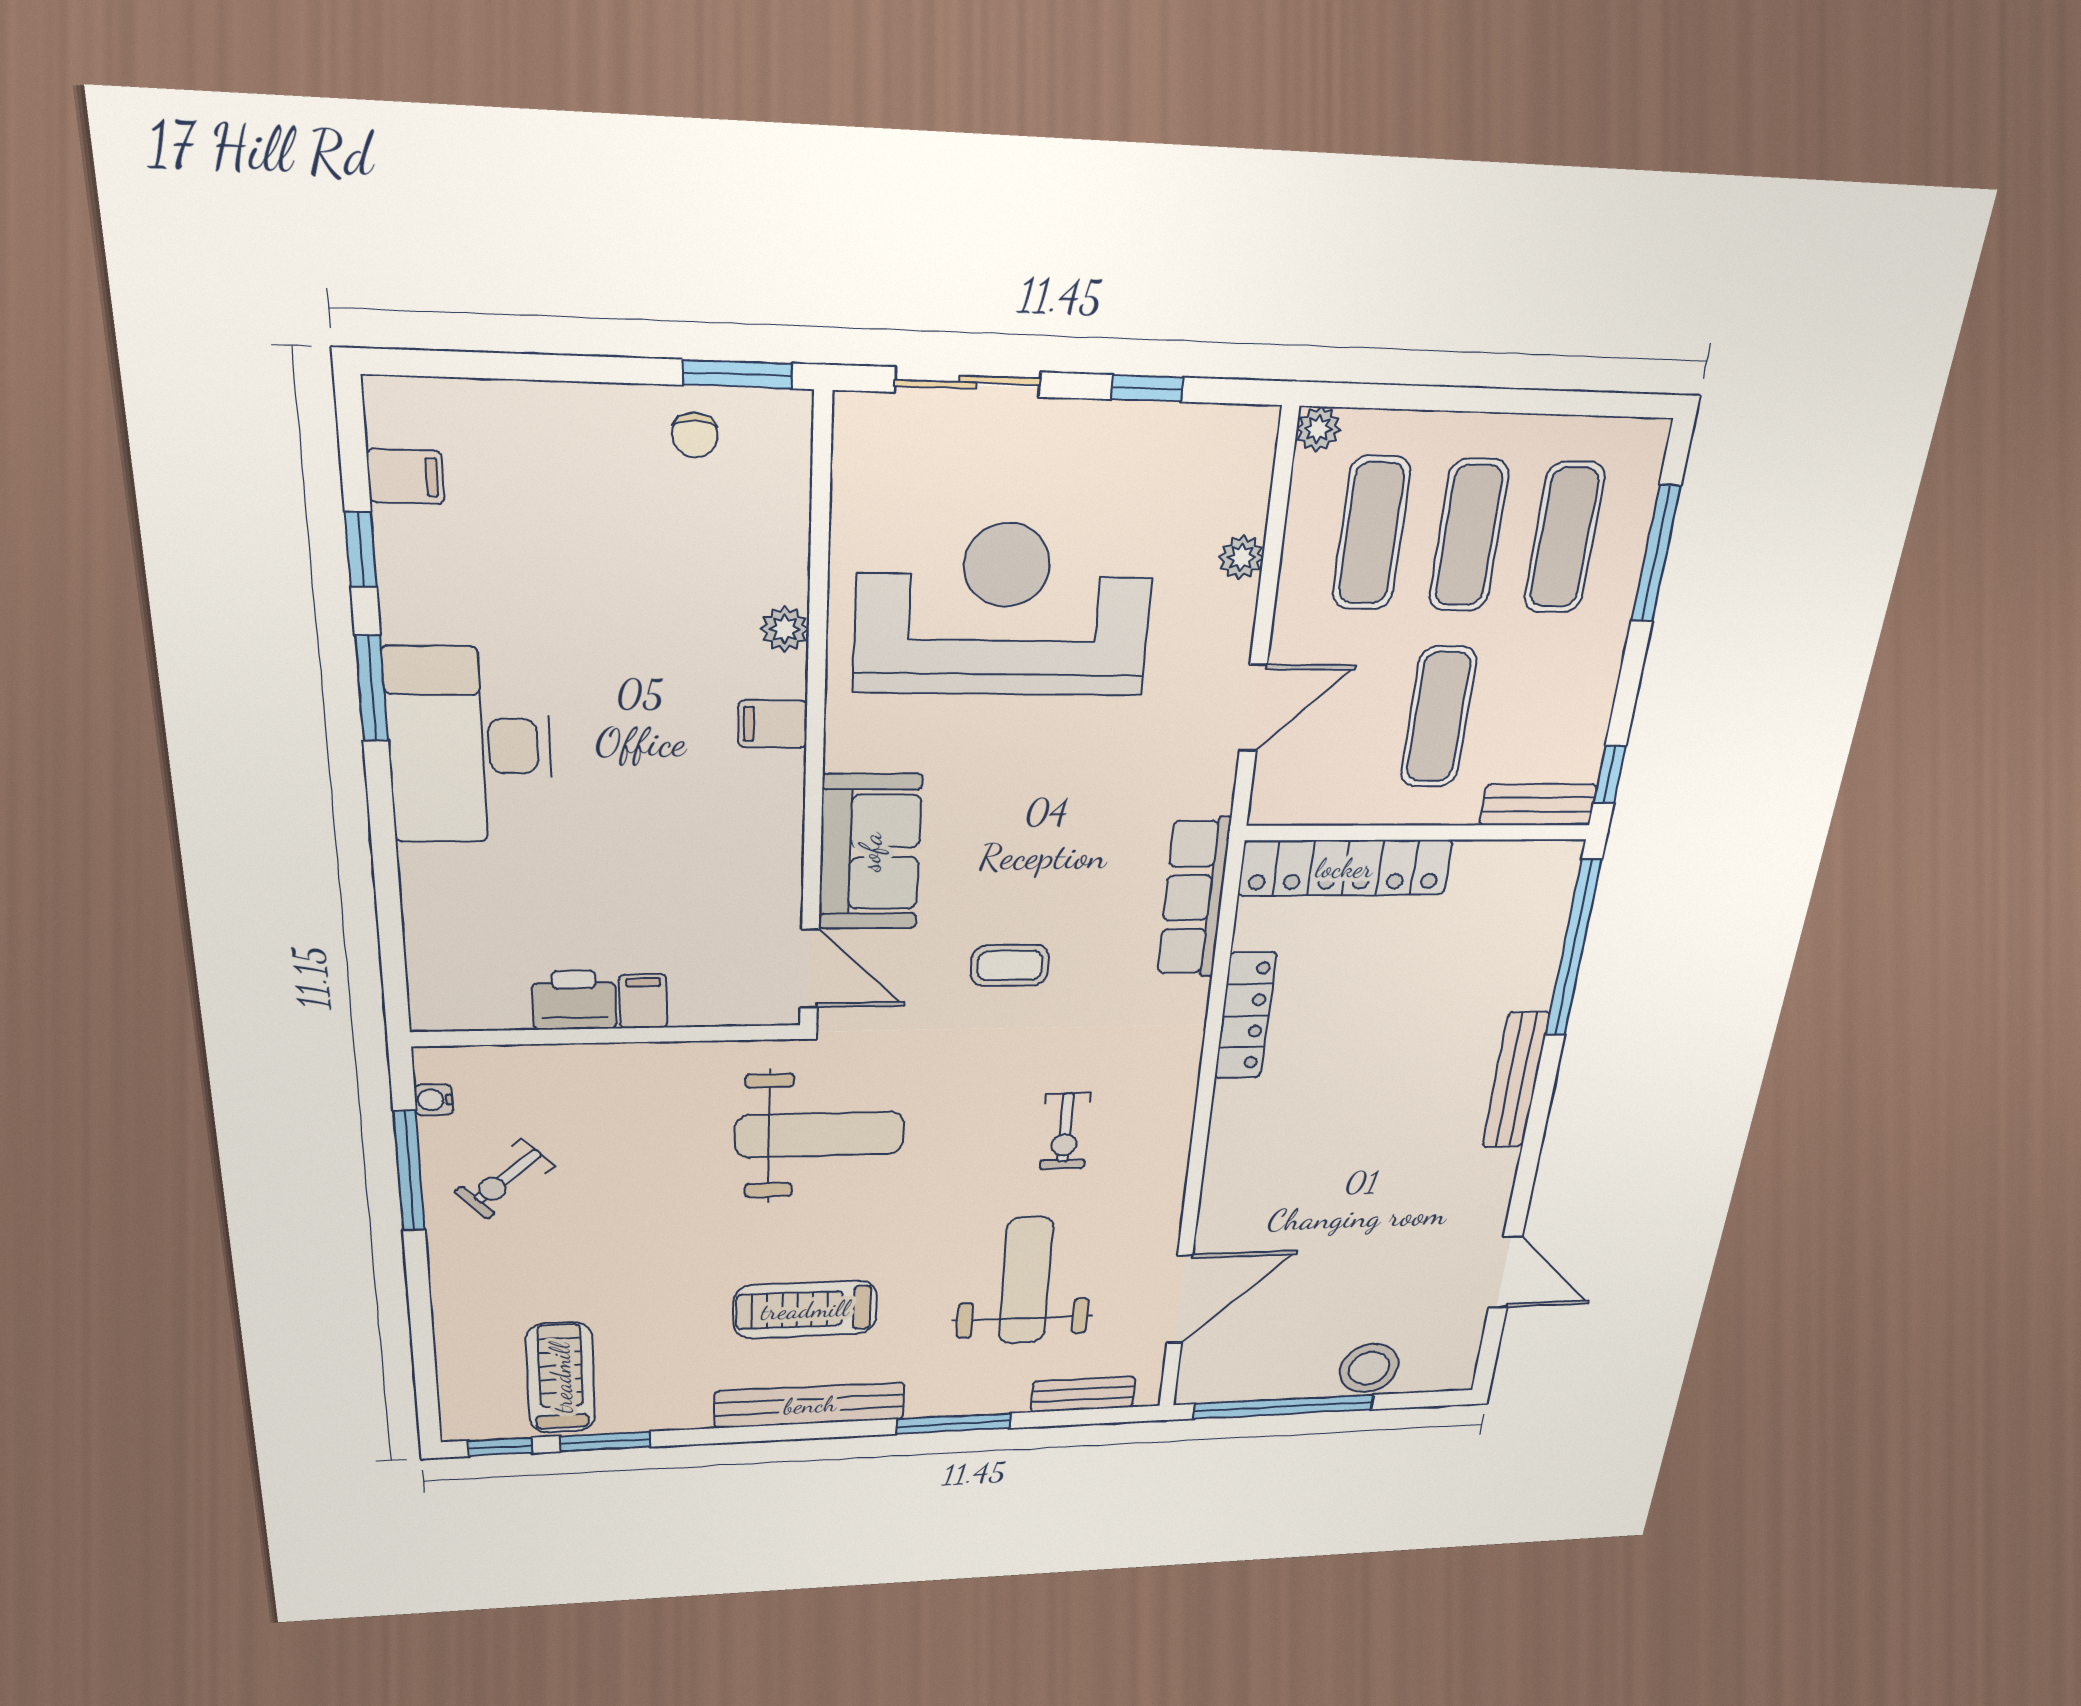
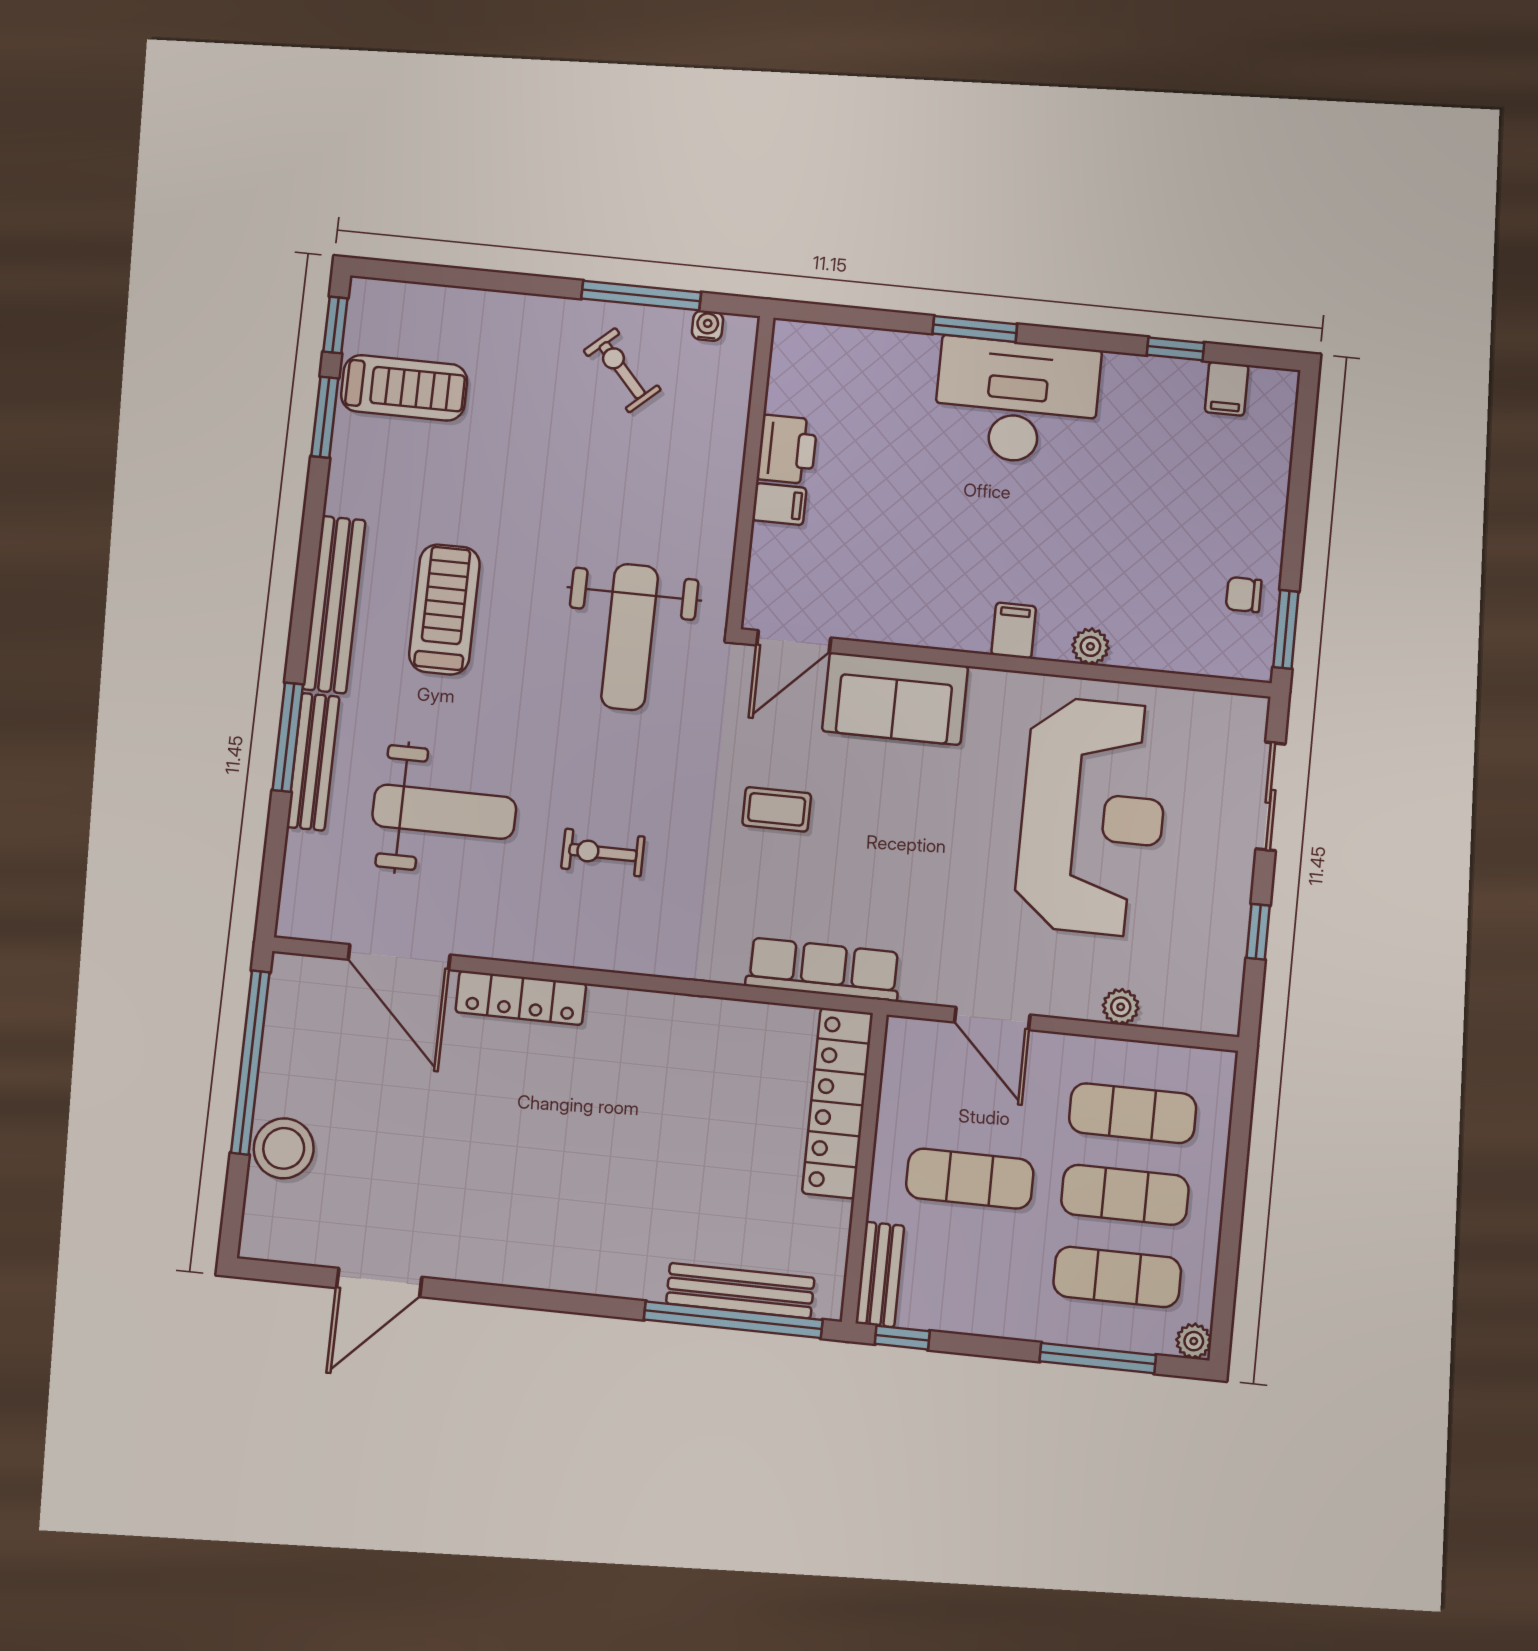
plant: (1318, 429) -> (1194, 1341), moved
window: (372, 688) -> (975, 329), moved
coffee table: (1010, 965) -> (777, 809), turned 90
locker: (1245, 1016) -> (521, 998), moved
bench: (1516, 1080) -> (740, 1291), moved
bench: (1083, 1394) -> (313, 762), moved, width x1.36

